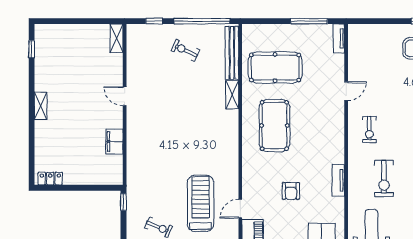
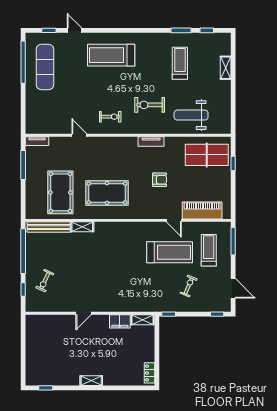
shelving: (117, 38) -> (143, 320), moved
exercise bike: (185, 50) -> (45, 281), moved
exercise bike: (384, 179) -> (150, 105), turned 180
treadmill: (201, 203) -> (170, 252), turned 180

